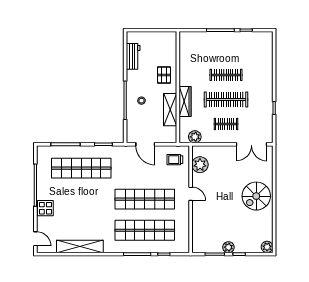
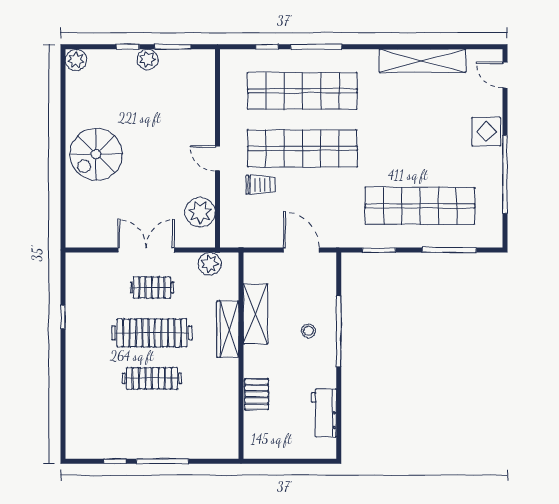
pallet: (164, 75) -> (257, 394), moved
double door: (251, 144) -> (146, 250), moved
trolley: (175, 160) -> (261, 185), moved
spiral stairs: (256, 196) -> (96, 154), turned 180

